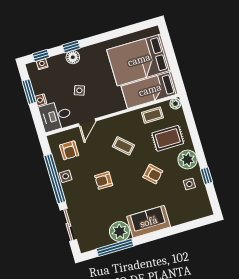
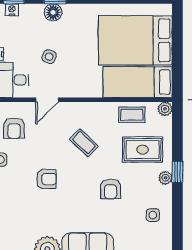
plant: (188, 159) -> (165, 178), width x0.53, depth x0.53
armchair: (153, 174) -> (111, 189), turned 46
window: (206, 176) -> (177, 172), moved
armchair: (104, 181) -> (46, 179), turned 180

